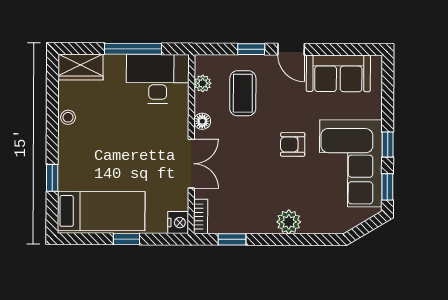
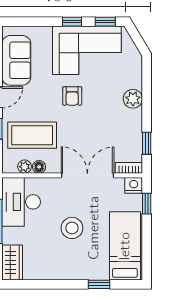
coffee table: (243, 93) -> (32, 135), width x1.36, depth x1.32
stool: (68, 117) -> (72, 228), moved, width x1.89, depth x1.89
floor lamp: (202, 121) -> (39, 167), moved
double door: (191, 164) -> (87, 175), width x1.37
window: (127, 239) -> (147, 204), moved

